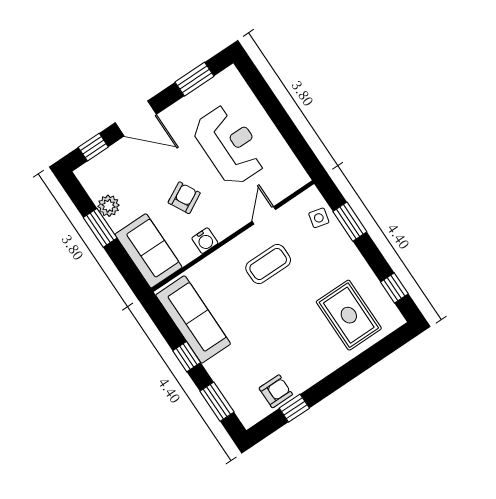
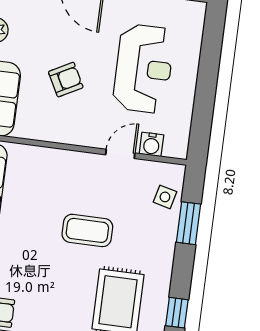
water cooler: (205, 241) -> (151, 144), moved
coffee table: (268, 264) -> (87, 230), moved

